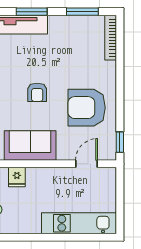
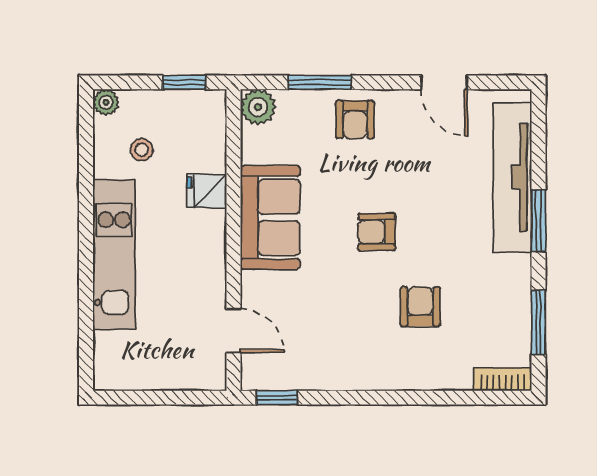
bookcase: (111, 38) -> (503, 379), width x0.64
armchair: (87, 108) -> (420, 307), moved, width x0.53, depth x0.53
kitchen unit: (79, 223) -> (114, 254), moved

